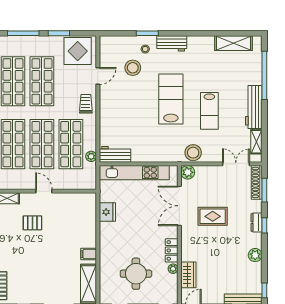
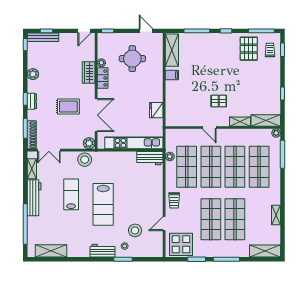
wardrobe: (188, 275) -> (89, 73), moved

